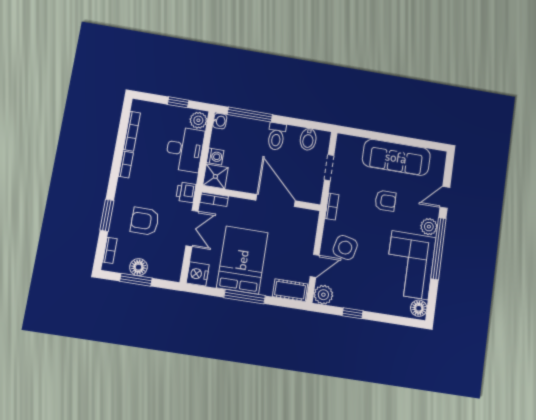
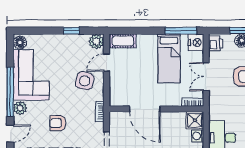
printer: (186, 192) -> (216, 43), moved
bed: (242, 260) -> (169, 58), width x0.67
window: (245, 297) -> (181, 31), moved

